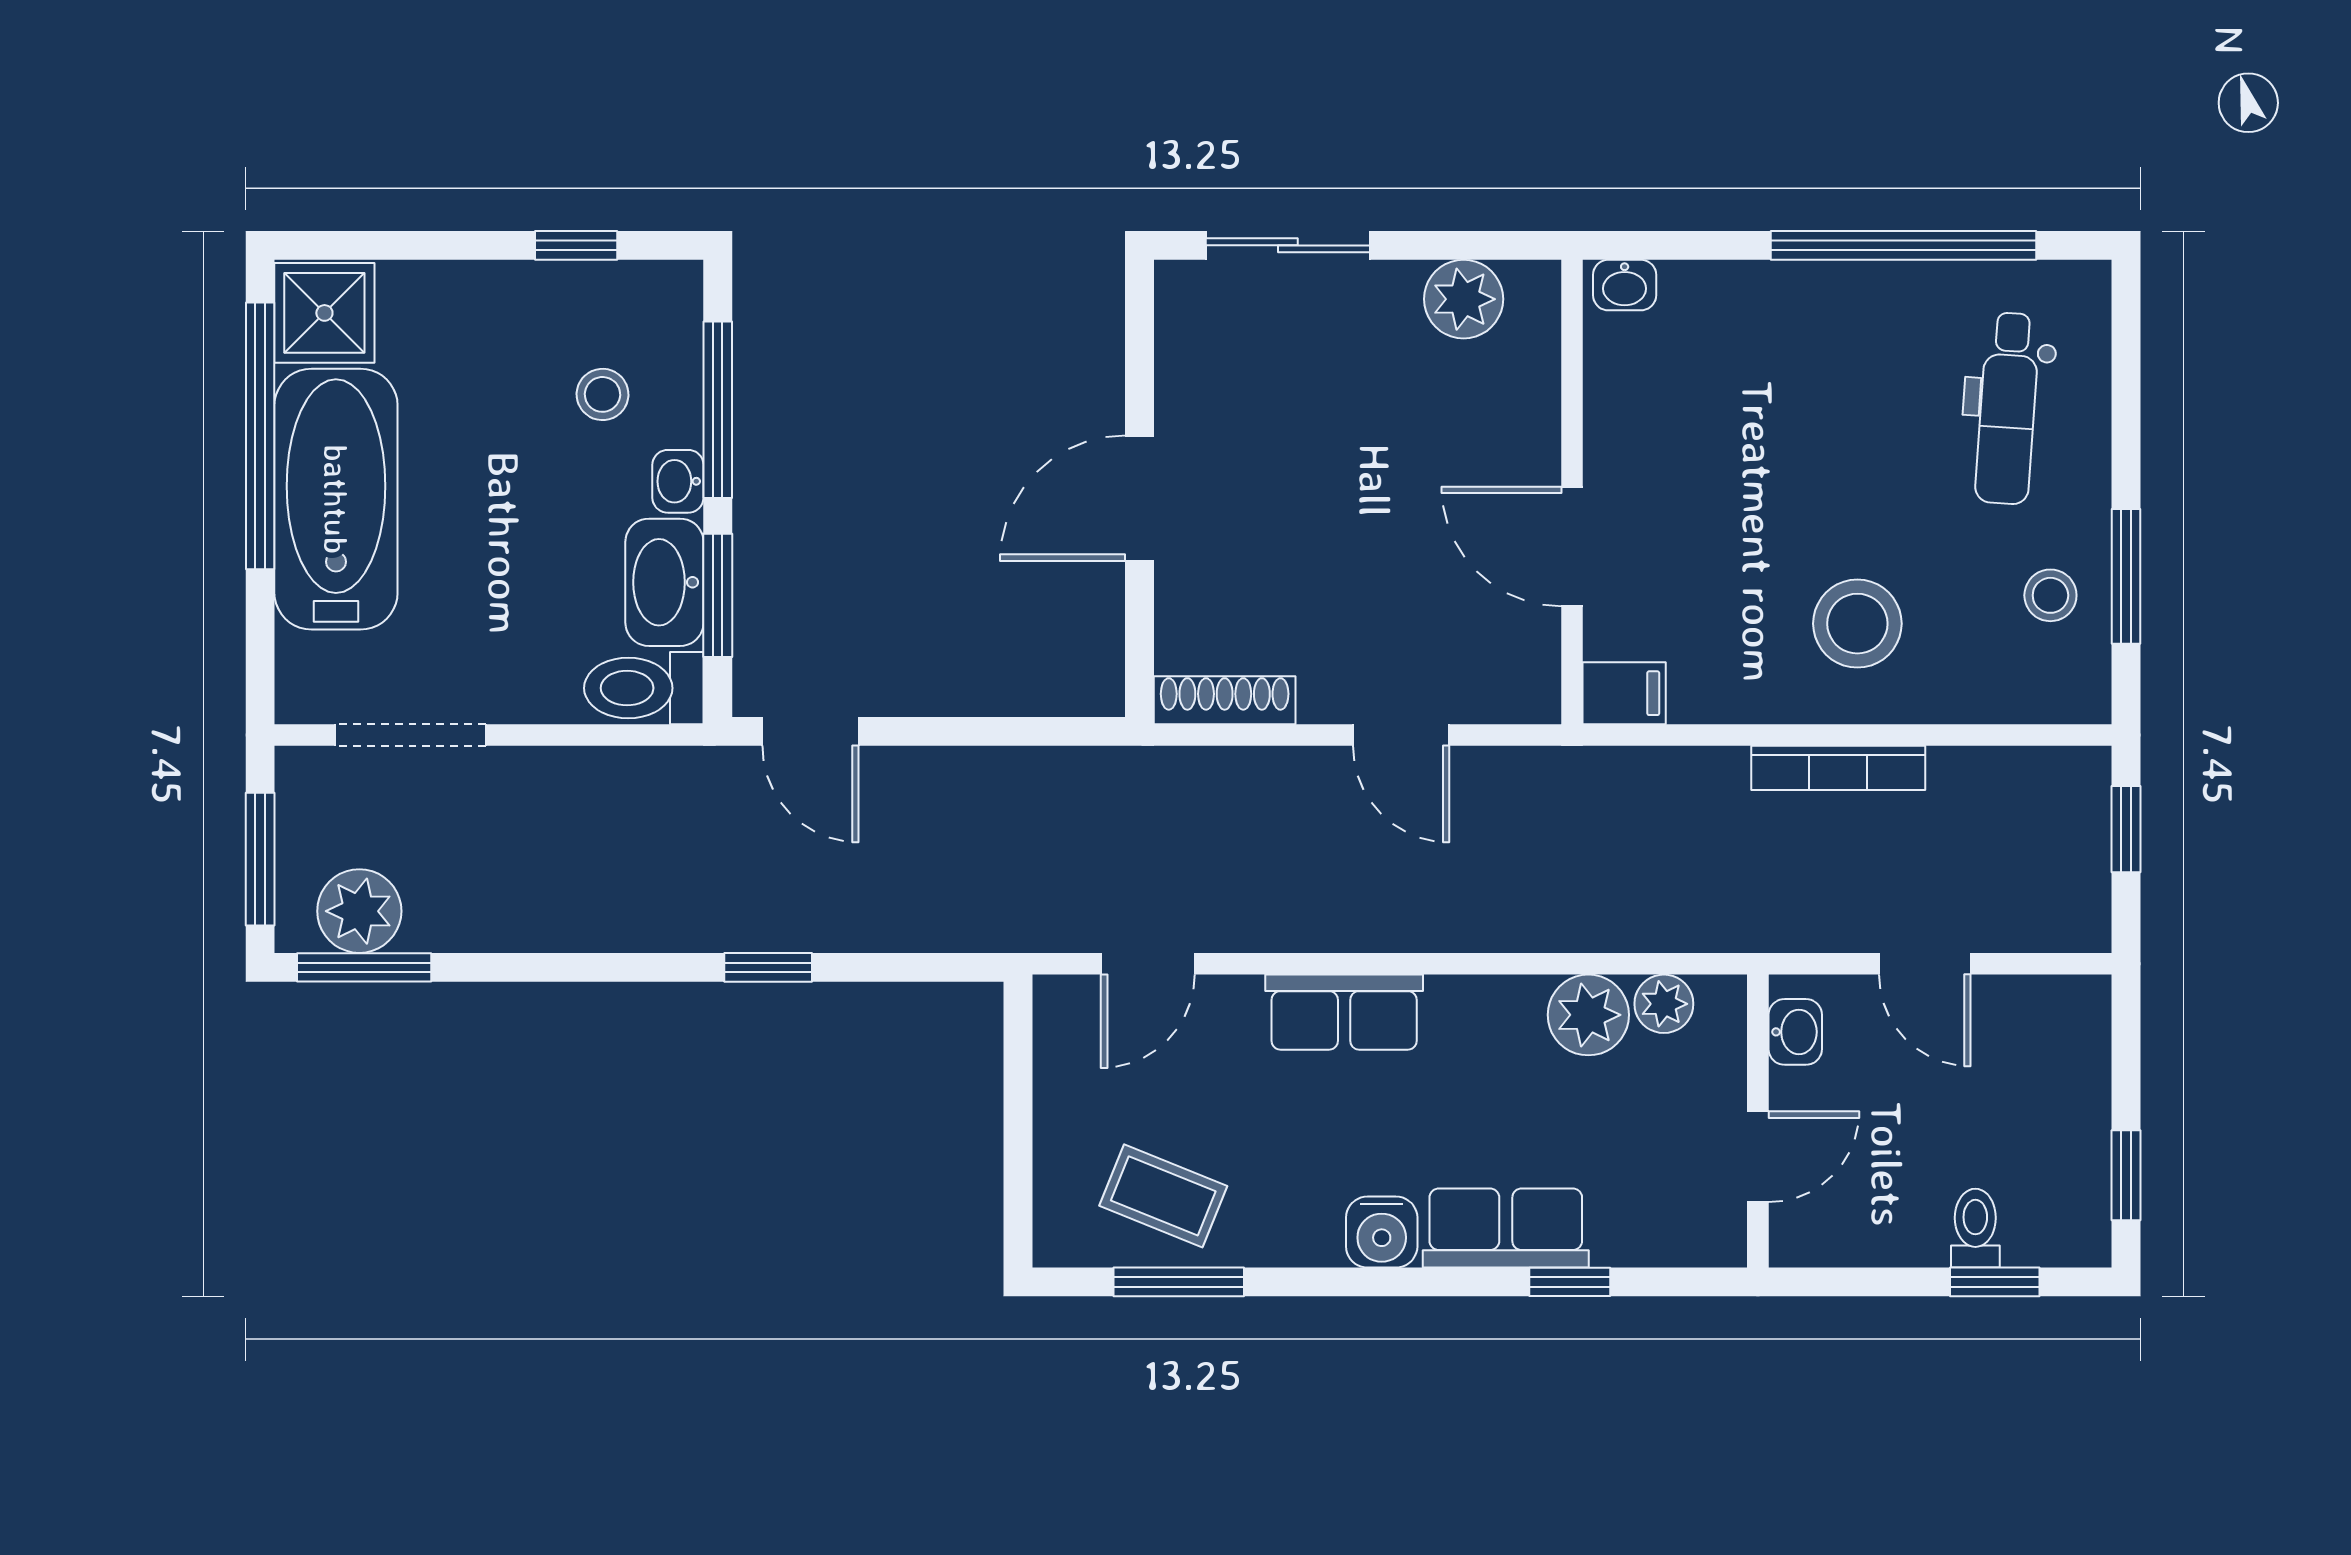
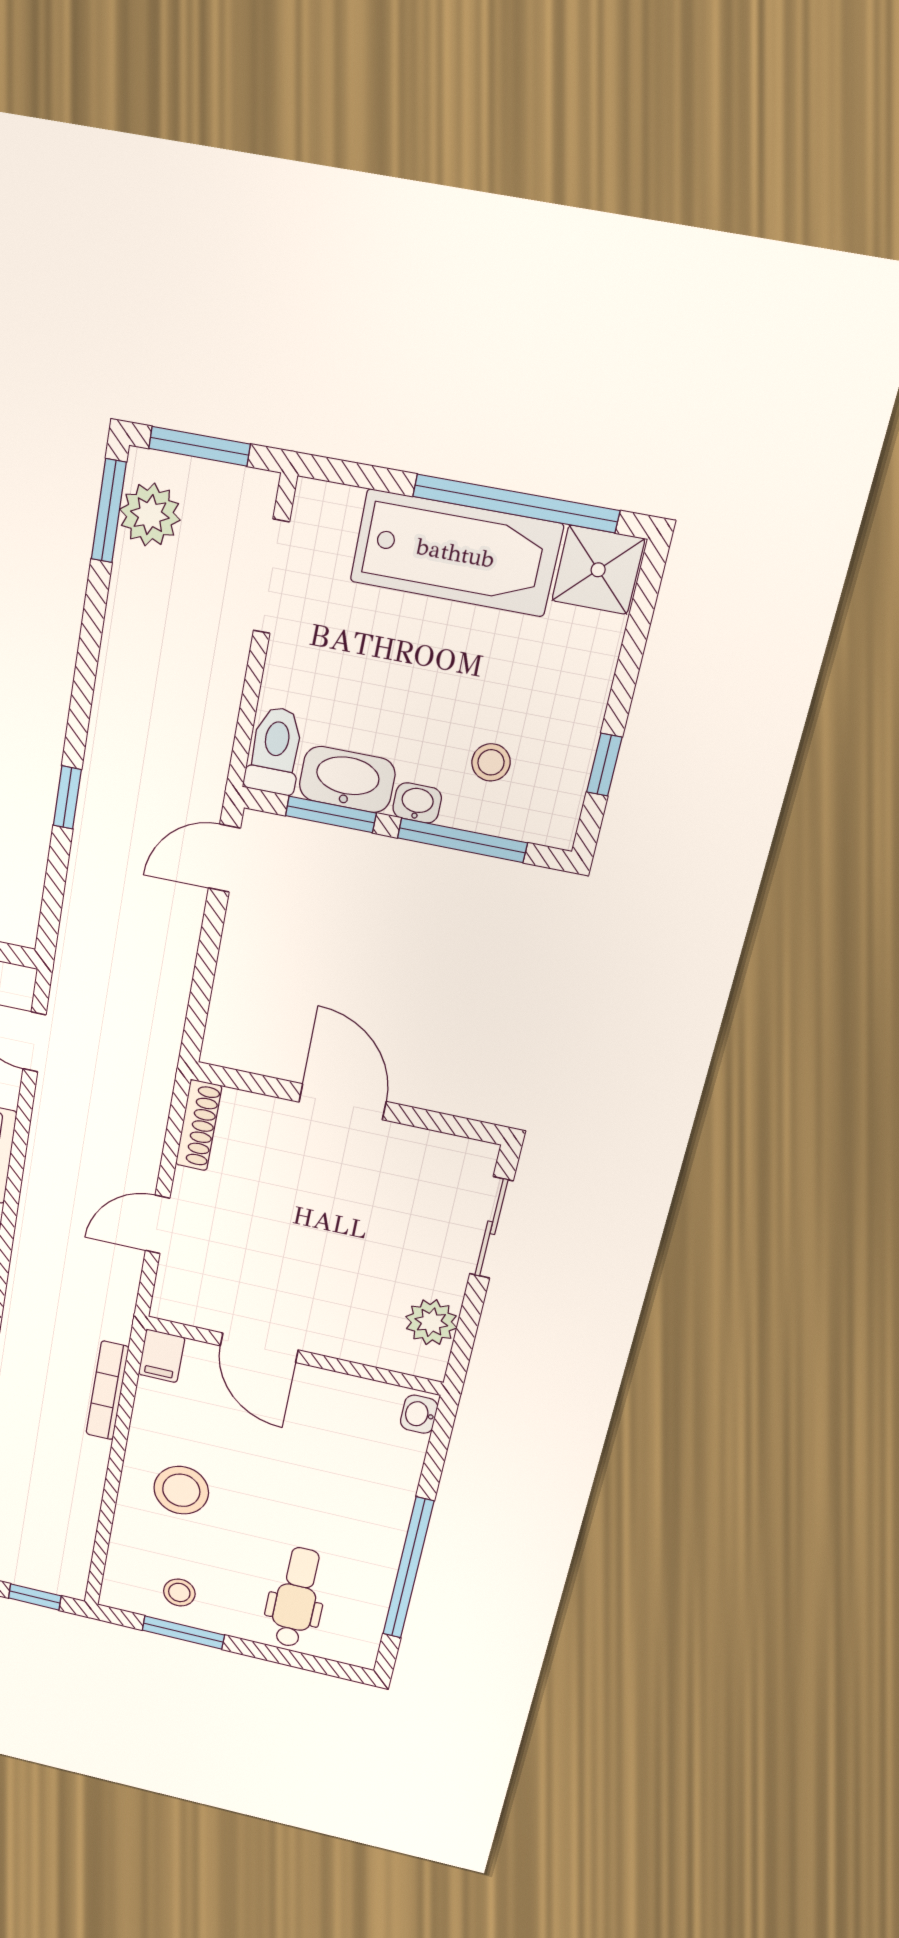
dental chair: (2007, 408) -> (296, 1598), turned 86
door: (1572, 547) -> (259, 1348), swing flipped
bookcase: (1838, 768) -> (107, 1391), moved

